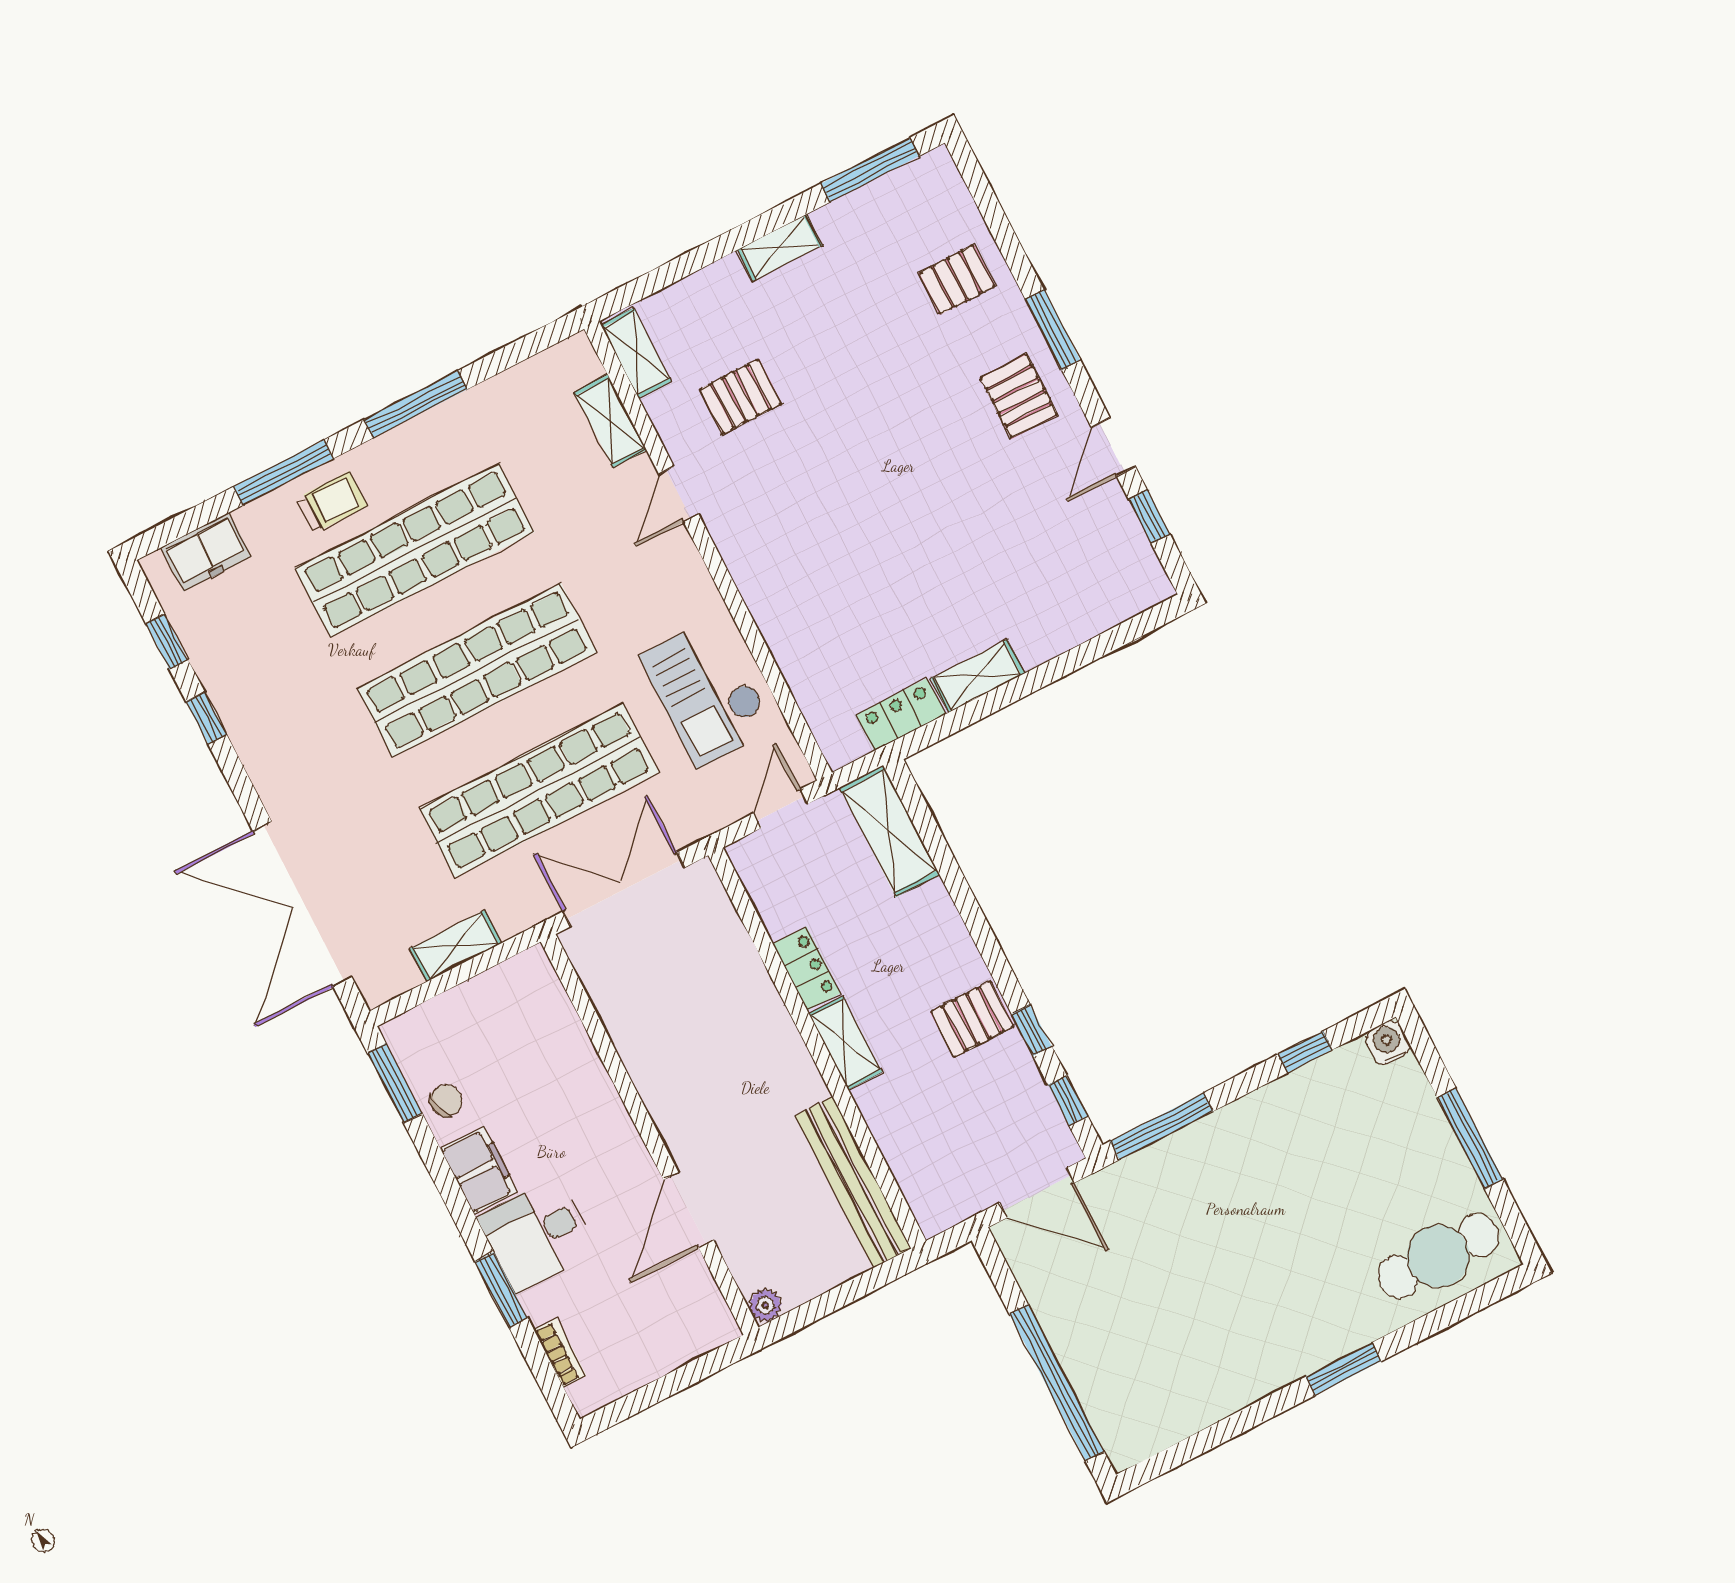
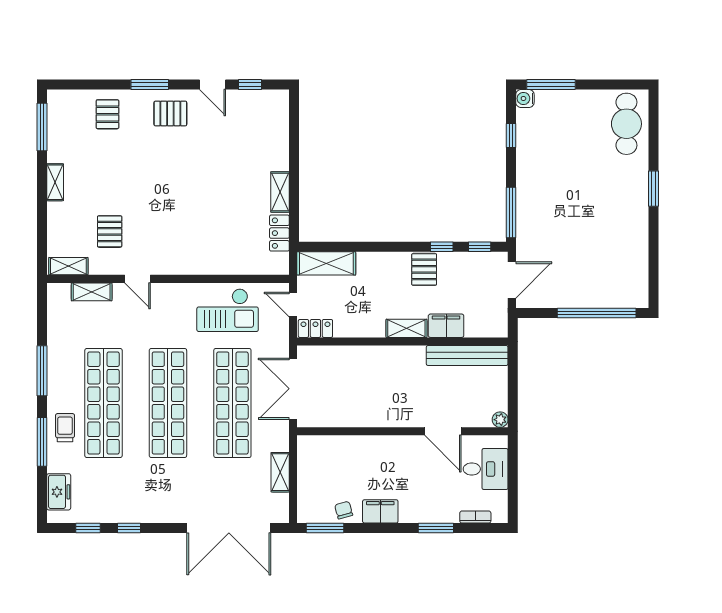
locker: (807, 968) -> (315, 328), moved
filing cabinet: (888, 1114) -> (446, 326), added
window: (1470, 1138) -> (551, 84), moved
desk: (537, 1235) -> (486, 469), moved, turned -90

